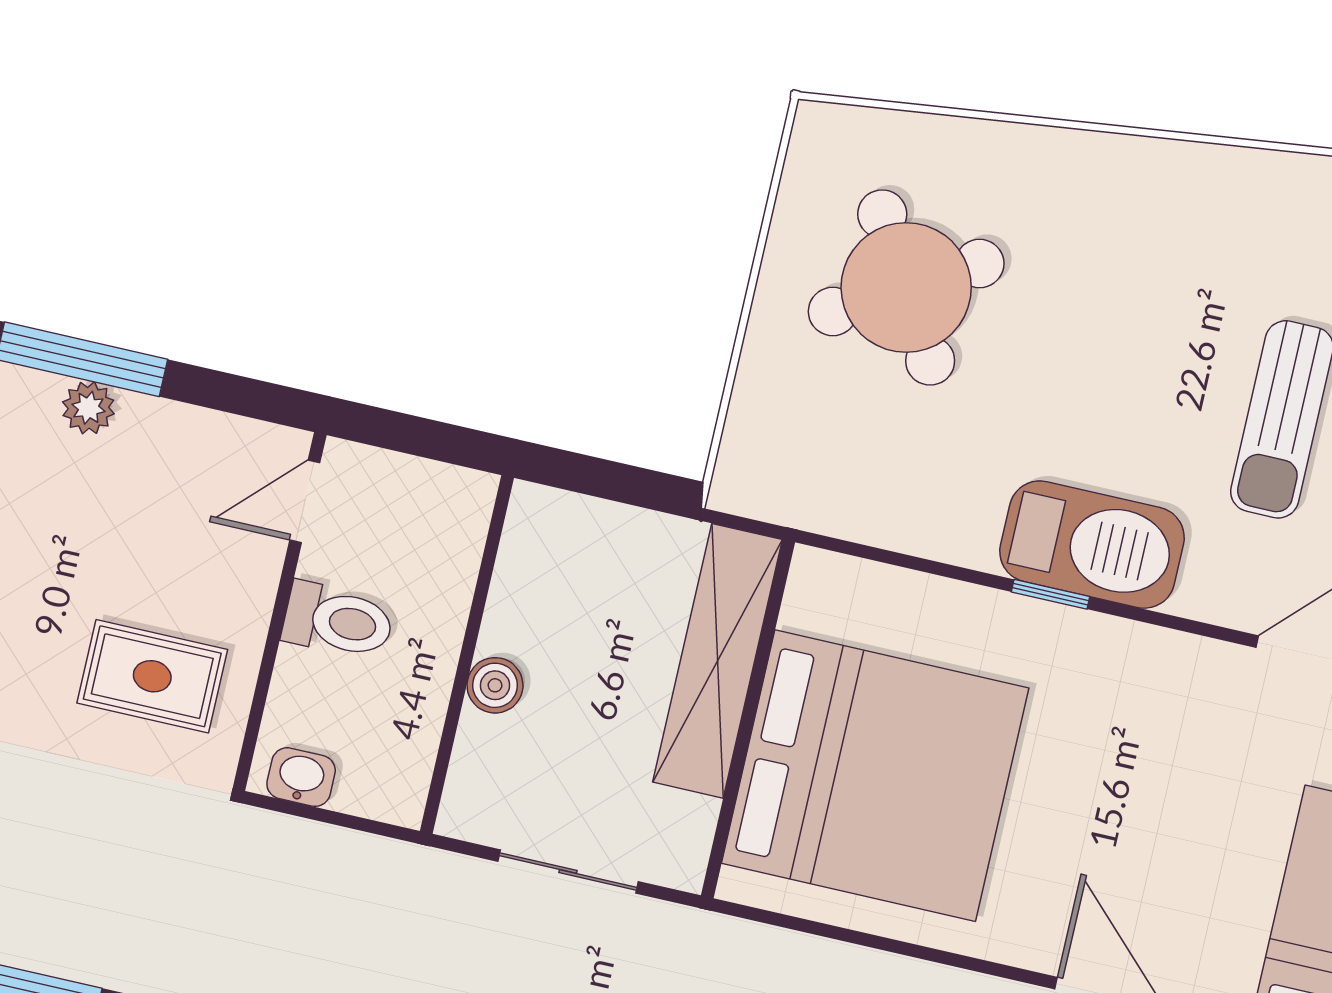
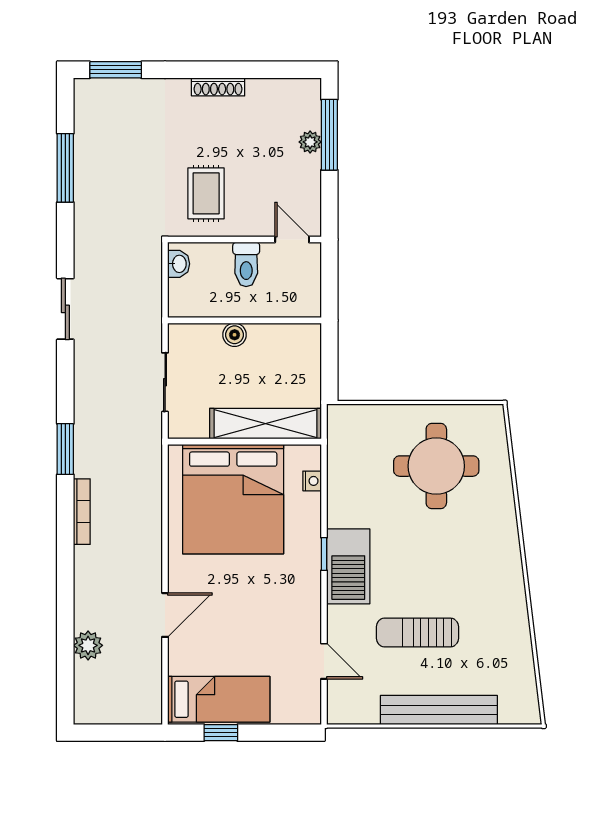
round table: (906, 287) -> (436, 466), turned 31
nightstand: (875, 583) -> (312, 481), added

